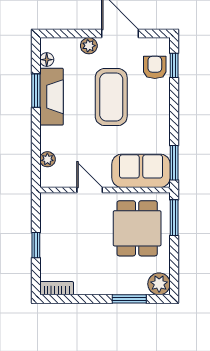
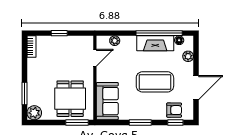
plant: (89, 46) -> (188, 56), moved
window: (36, 91) -> (159, 33), width x2.11
window: (174, 163) -> (140, 122), moved
door: (90, 190) -> (95, 58), moved
dining table: (137, 228) -> (70, 99), turned 90

